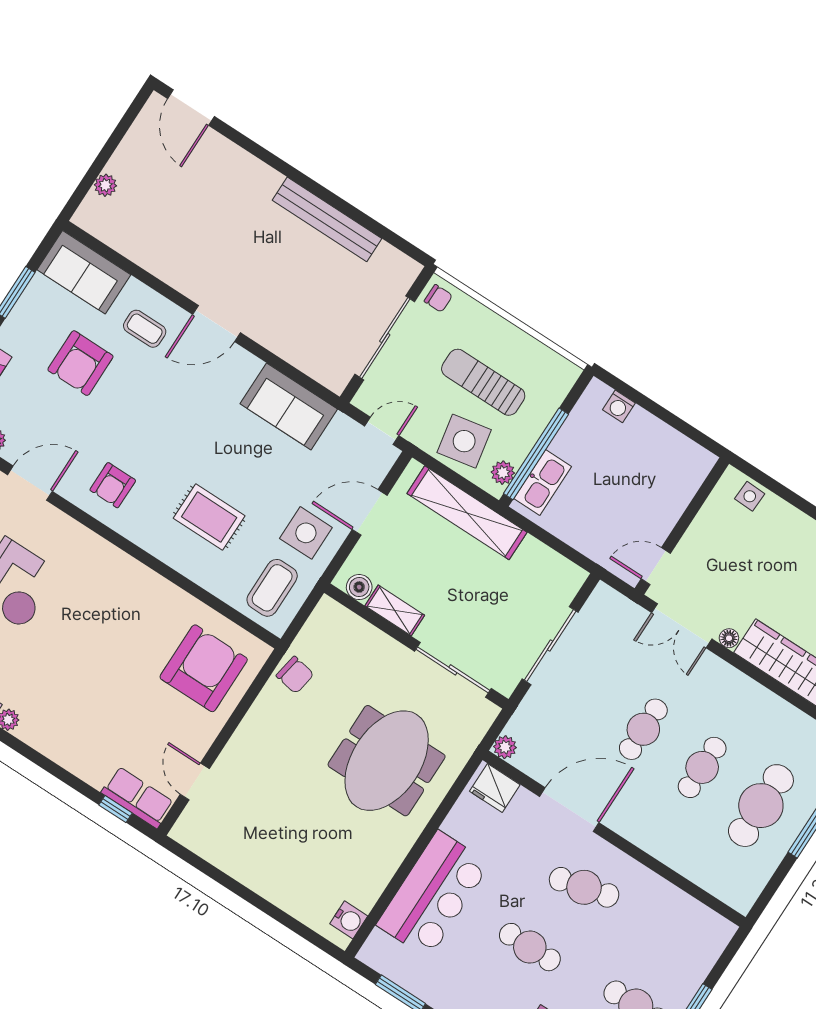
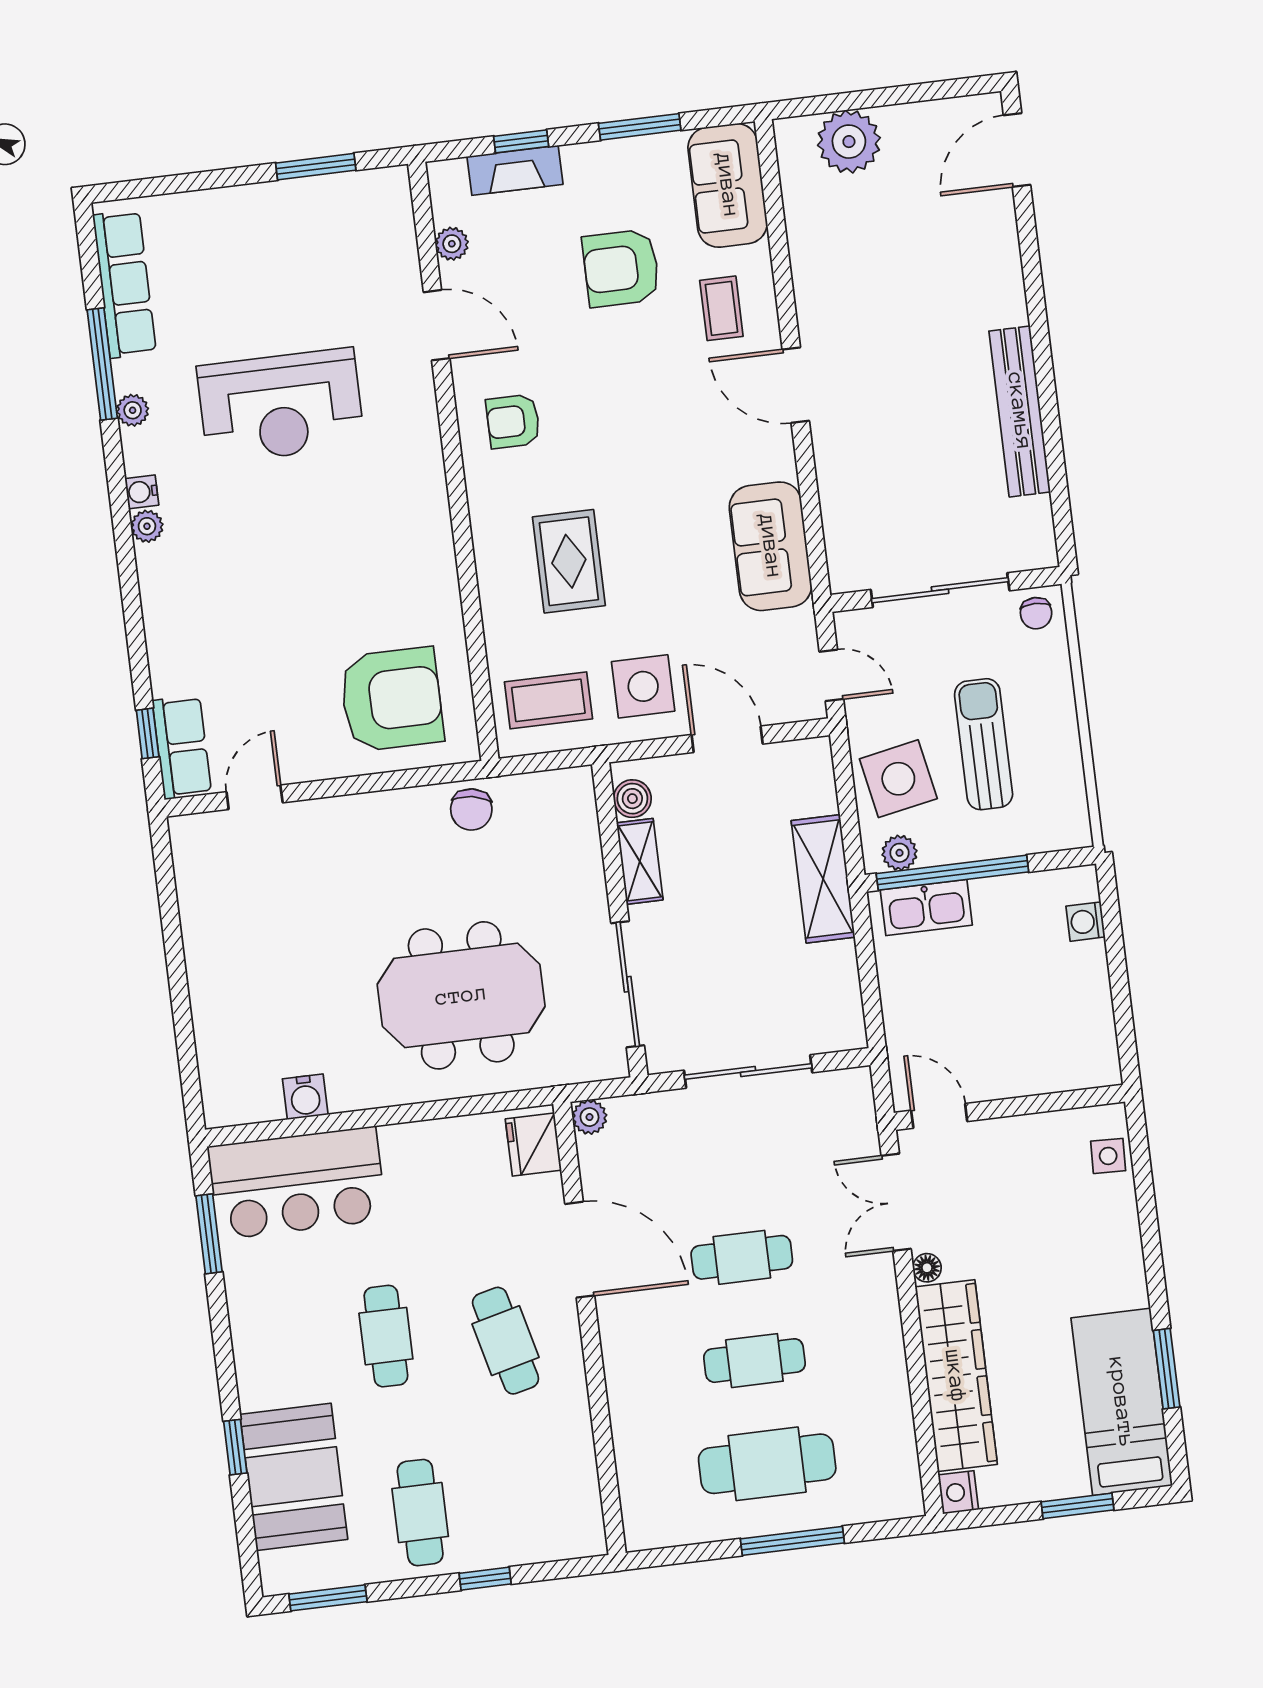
plant: (105, 185) -> (849, 142), width x1.88, depth x1.88
shelving: (467, 513) -> (823, 879), width x0.68
bar counter: (433, 894) -> (297, 1183), moved
water cooler: (349, 920) -> (305, 1097), moved

